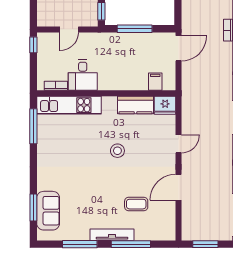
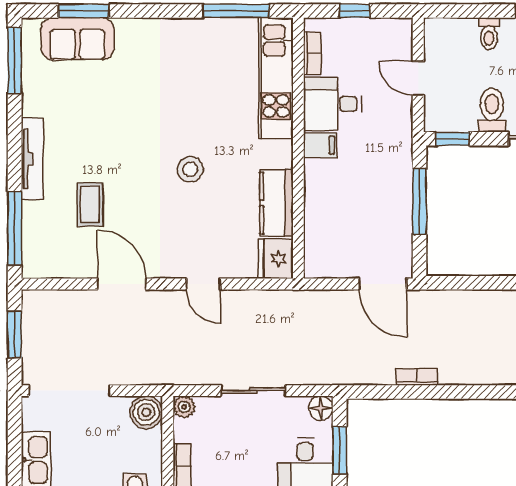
window: (33, 45) -> (355, 11), moved
filing cabinet: (155, 82) -> (320, 145), moved
window: (80, 244) -> (15, 60), moved
window: (131, 244) -> (15, 228), moved

